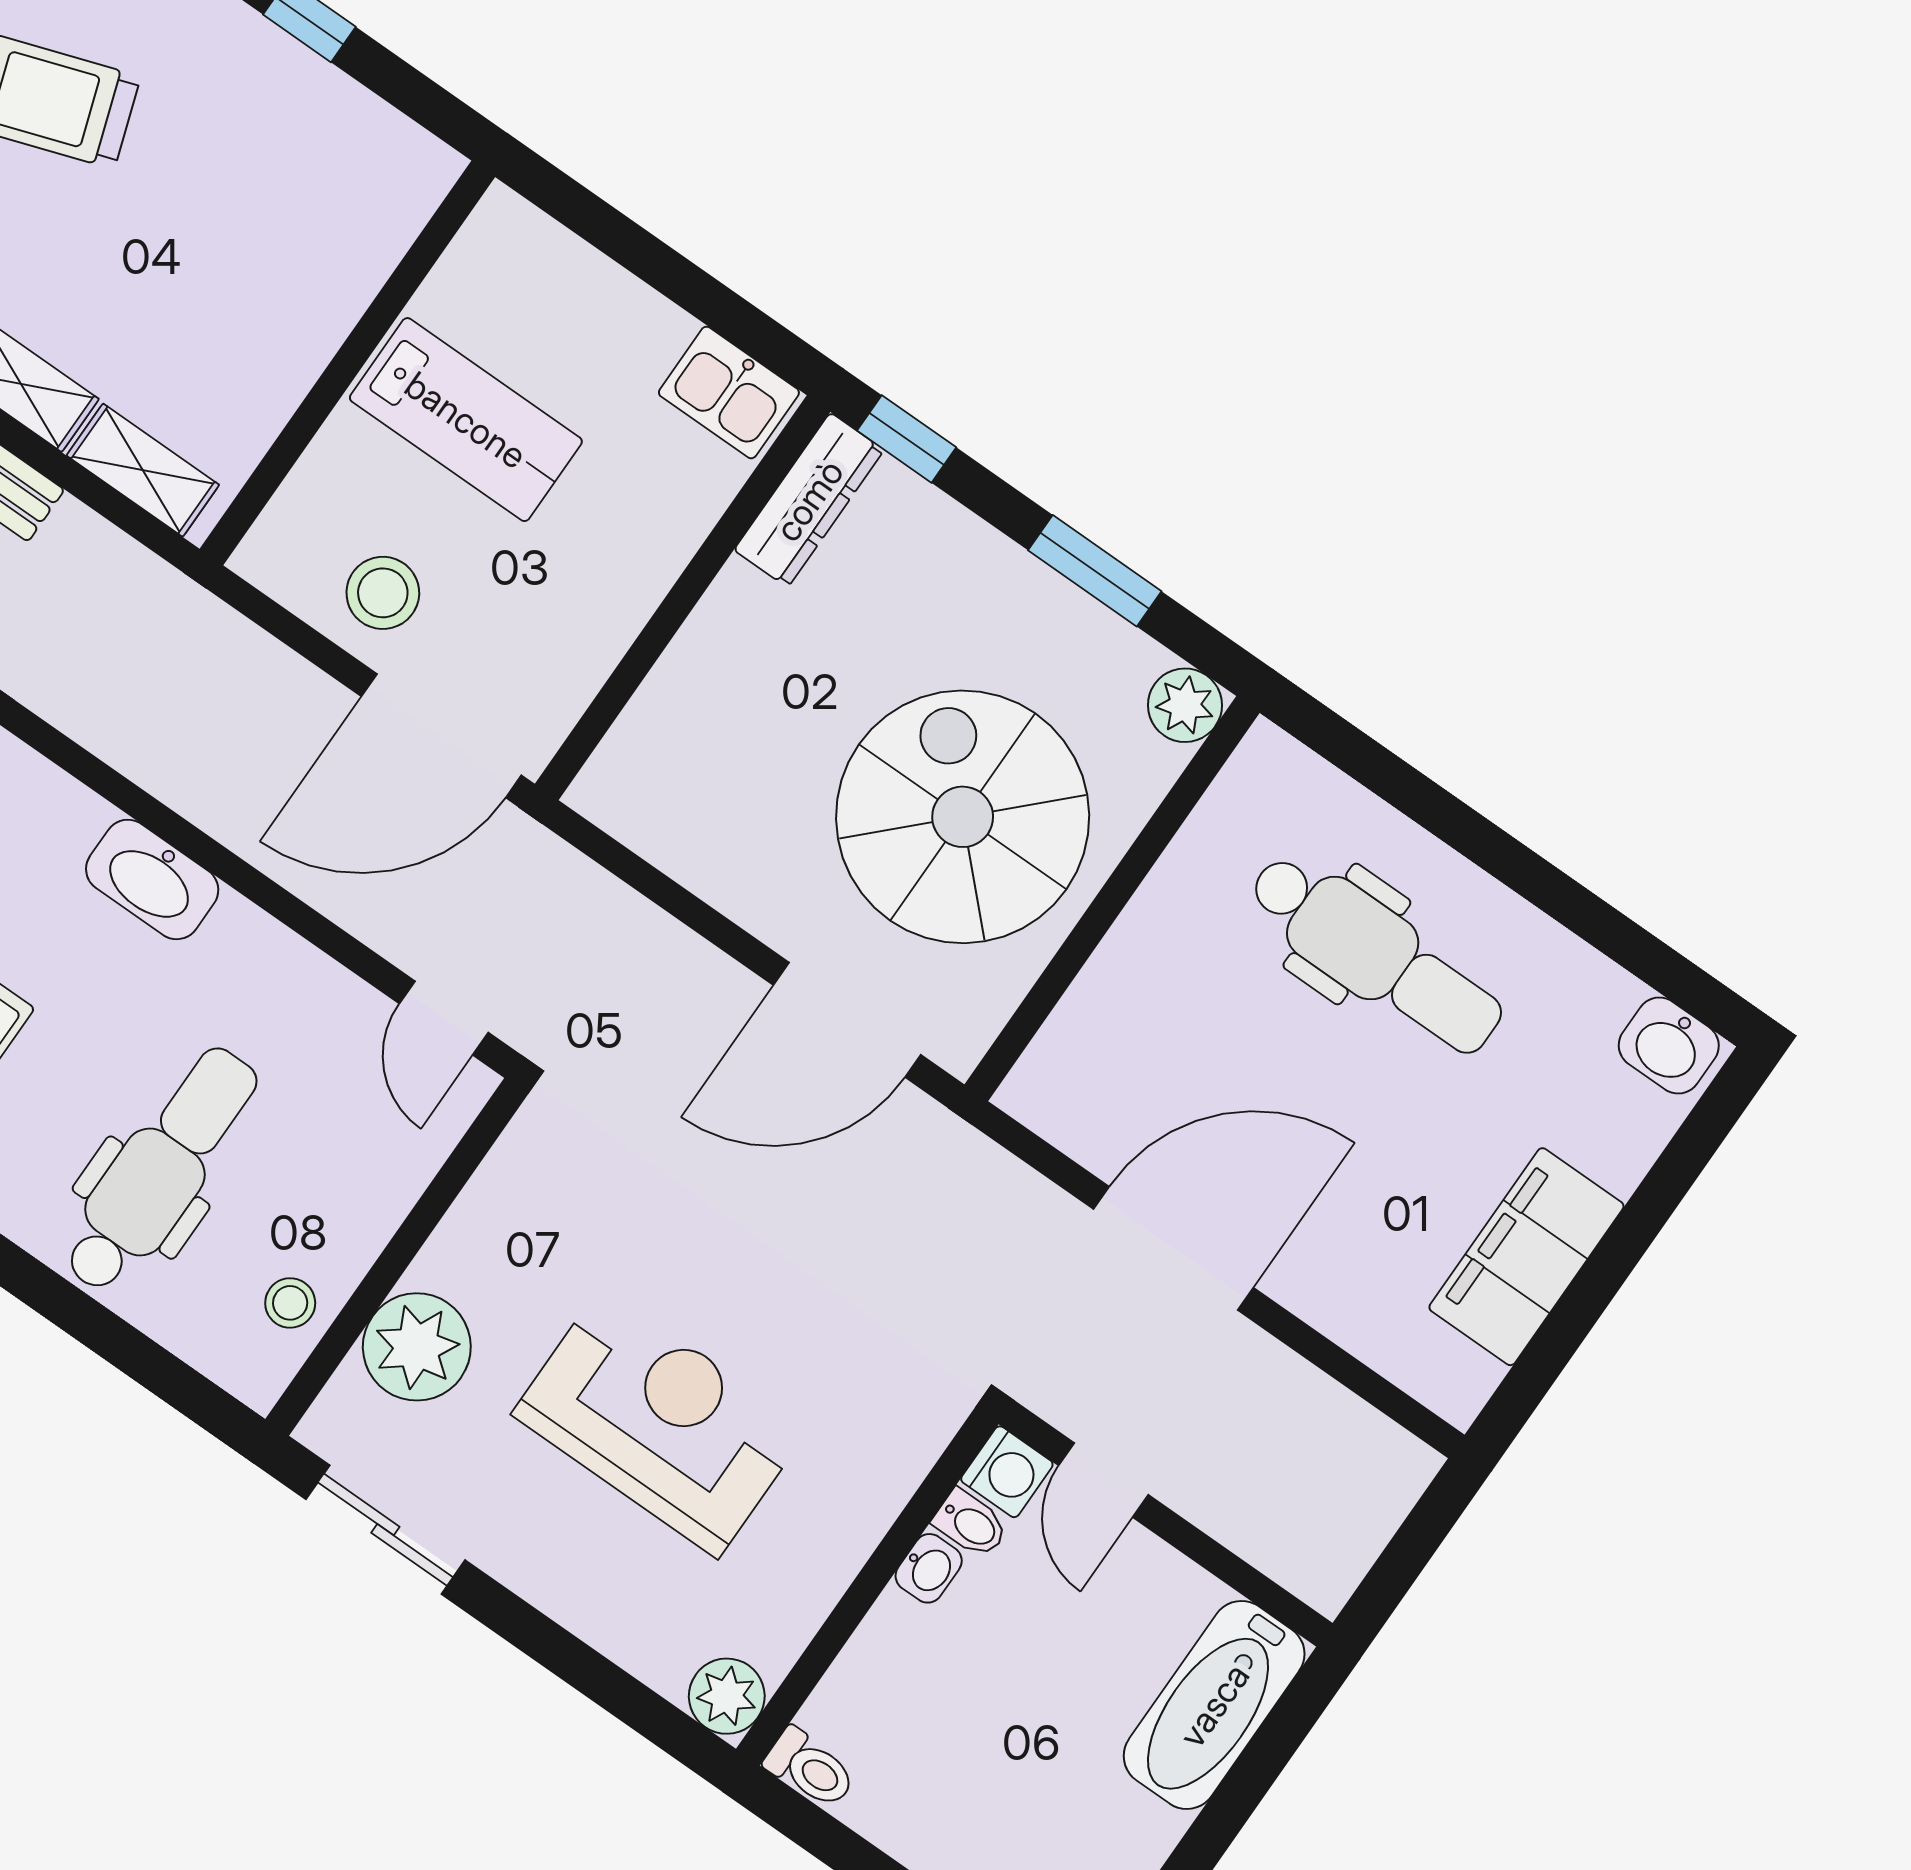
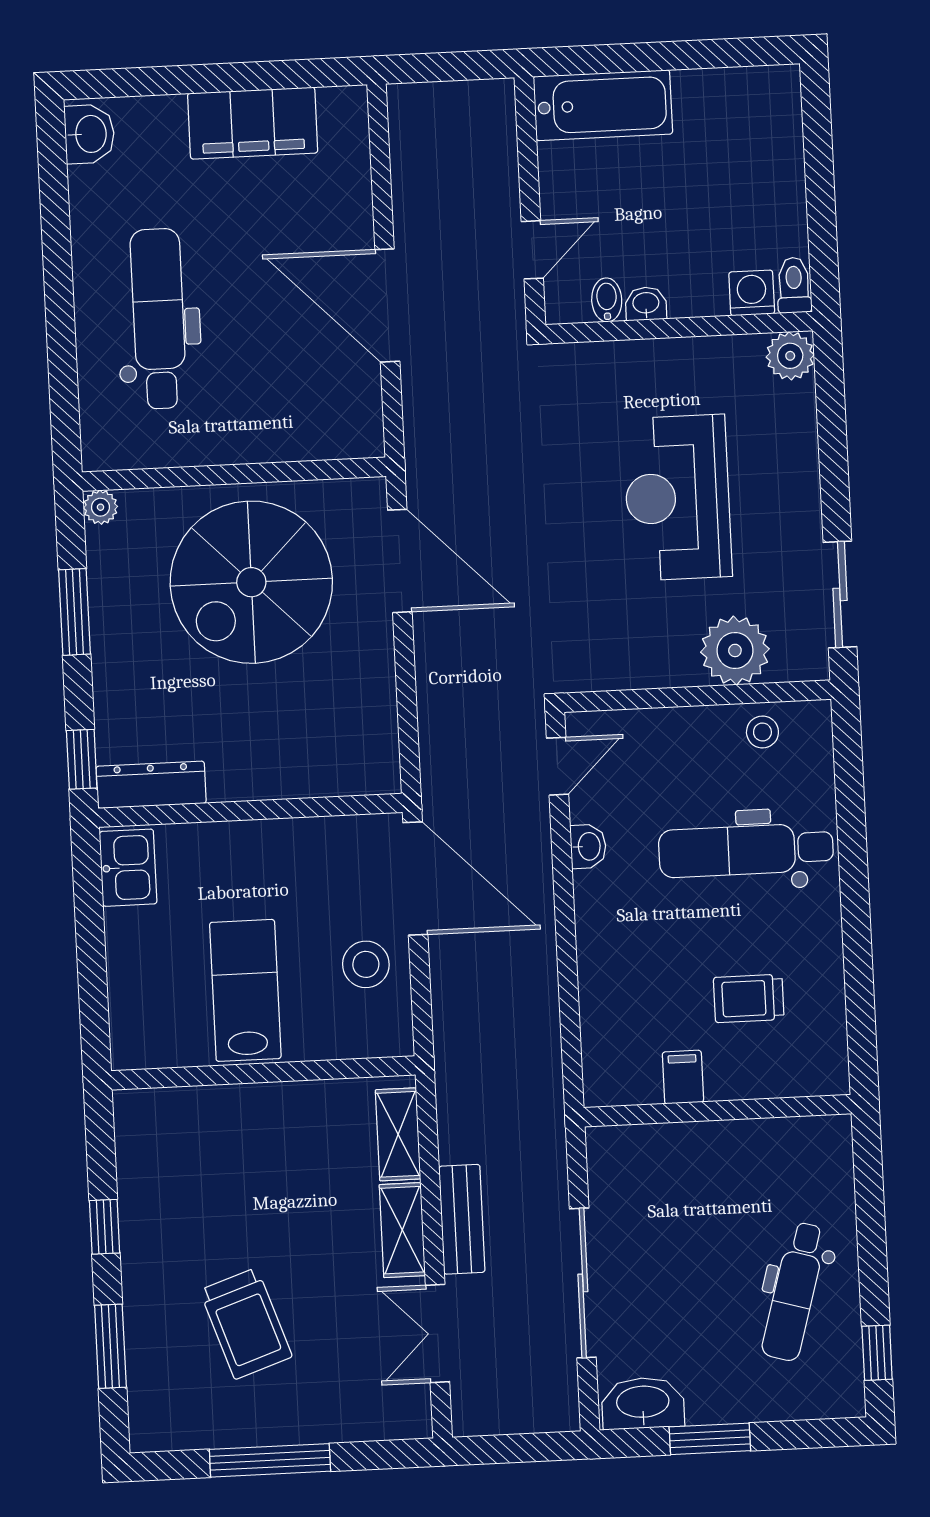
plant: (1185, 705) -> (100, 507), width x0.73, depth x0.73
washbasin: (152, 879) -> (588, 846), moved, width x0.52, depth x0.69
washing machine: (1007, 1472) -> (752, 293), moved

